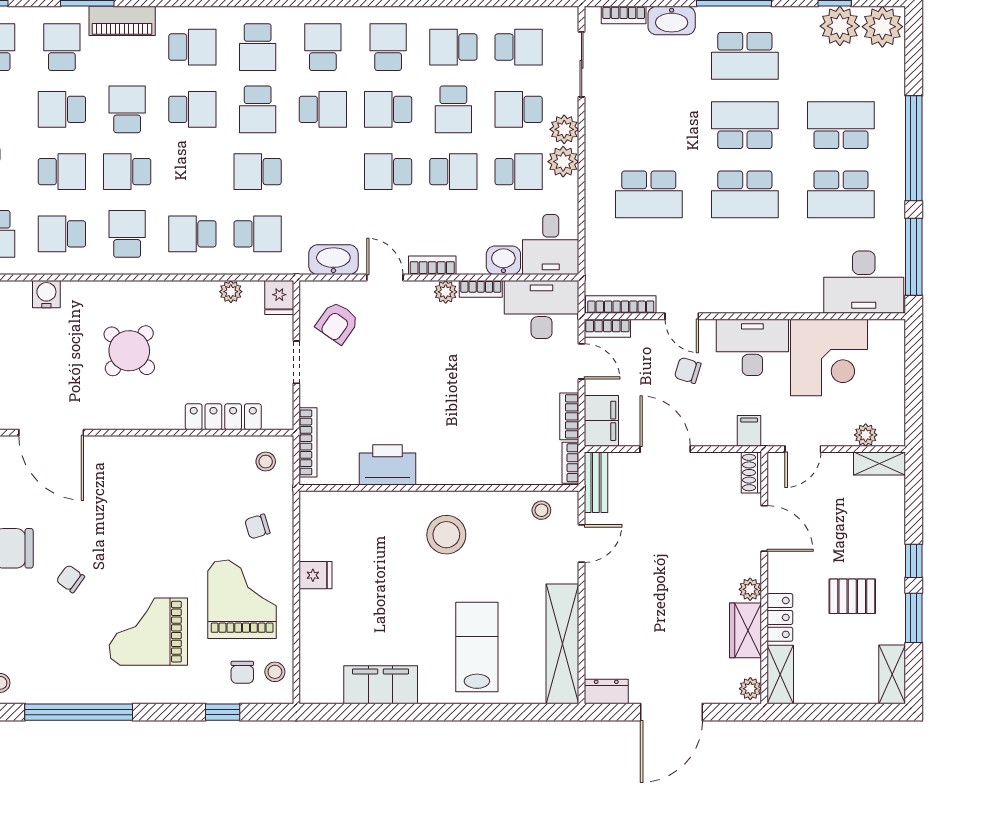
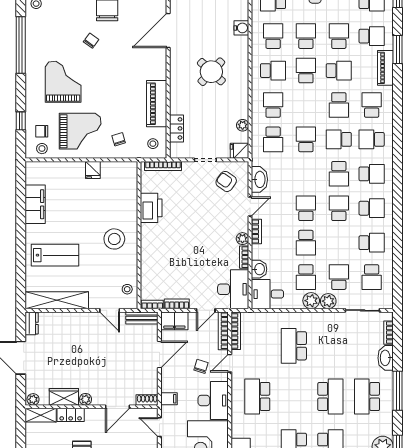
school desk: (192, 47) -> (372, 105), turned 180
school desk: (453, 47) -> (372, 243), turned 90
school desk: (453, 109) -> (339, 243), removed
school desk: (62, 172) -> (306, 36), turned 180
school desk: (745, 194) -> (257, 397), moved
bookcase: (607, 328) -> (223, 331), width x1.56
locker: (223, 417) -> (177, 128), width x0.66
piano: (190, 454) -> (157, 104), added

